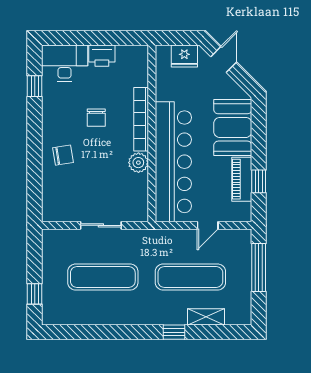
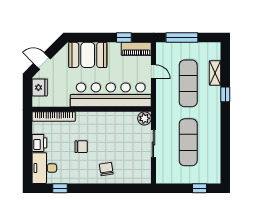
bookcase: (141, 119) -> (54, 117), moved
plant: (138, 163) -> (144, 118), moved
piano: (242, 179) -> (136, 49), moved

